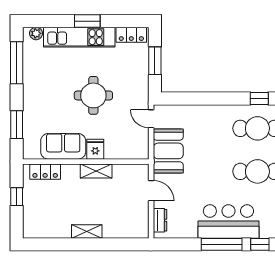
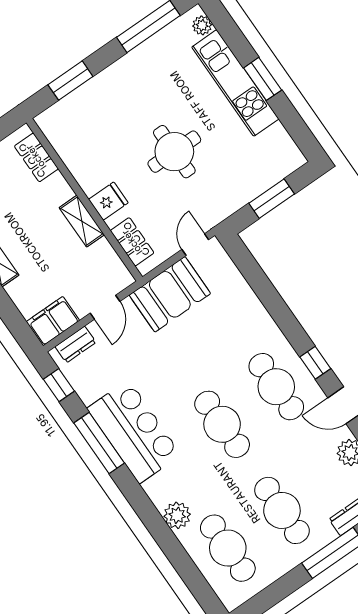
locker: (131, 35) -> (132, 242), moved, turned 180
sofa: (63, 146) -> (84, 158), removed
filing cabinet: (139, 224) -> (53, 321), added
window: (260, 244) -> (59, 385), moved

